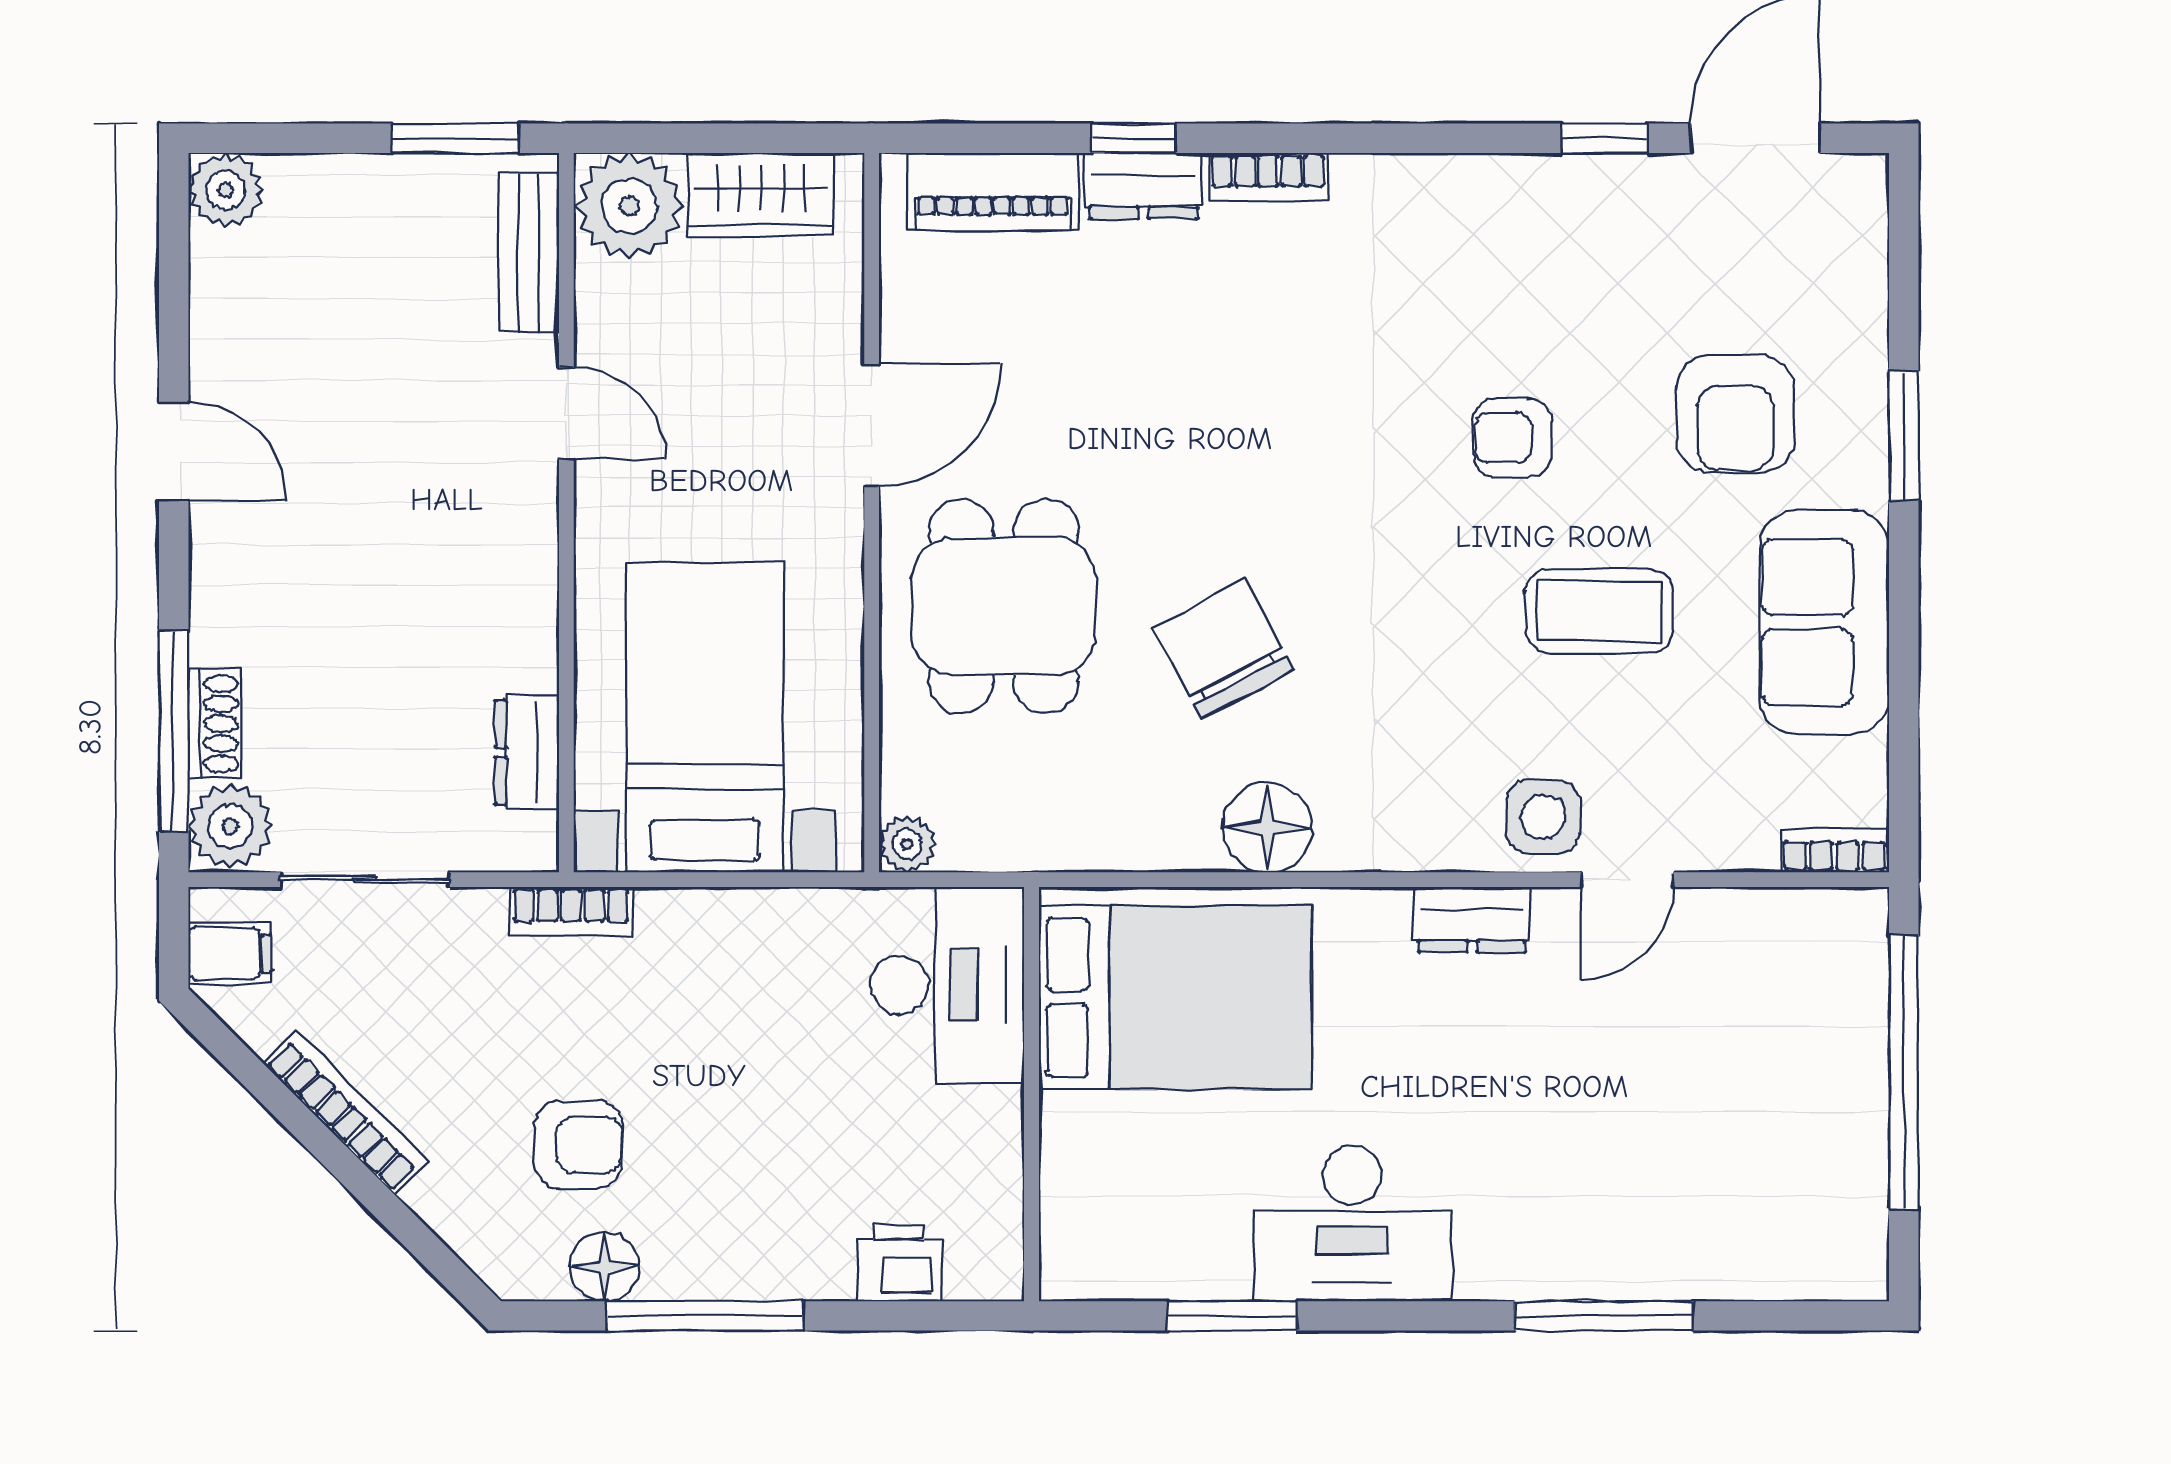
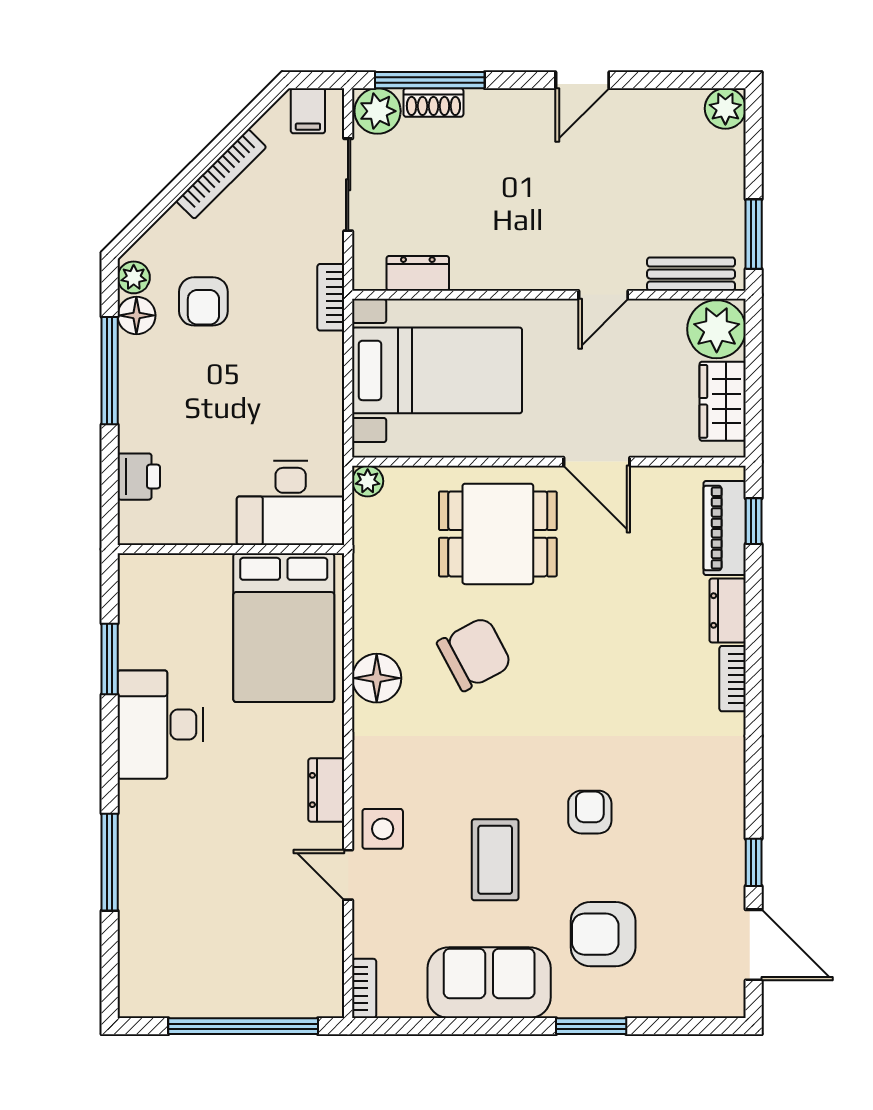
window: (1133, 138) -> (754, 521), moved
plant: (535, 1272) -> (134, 277), added

